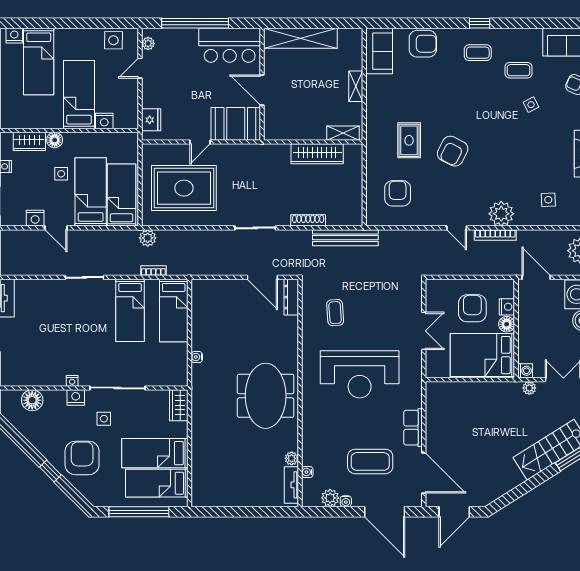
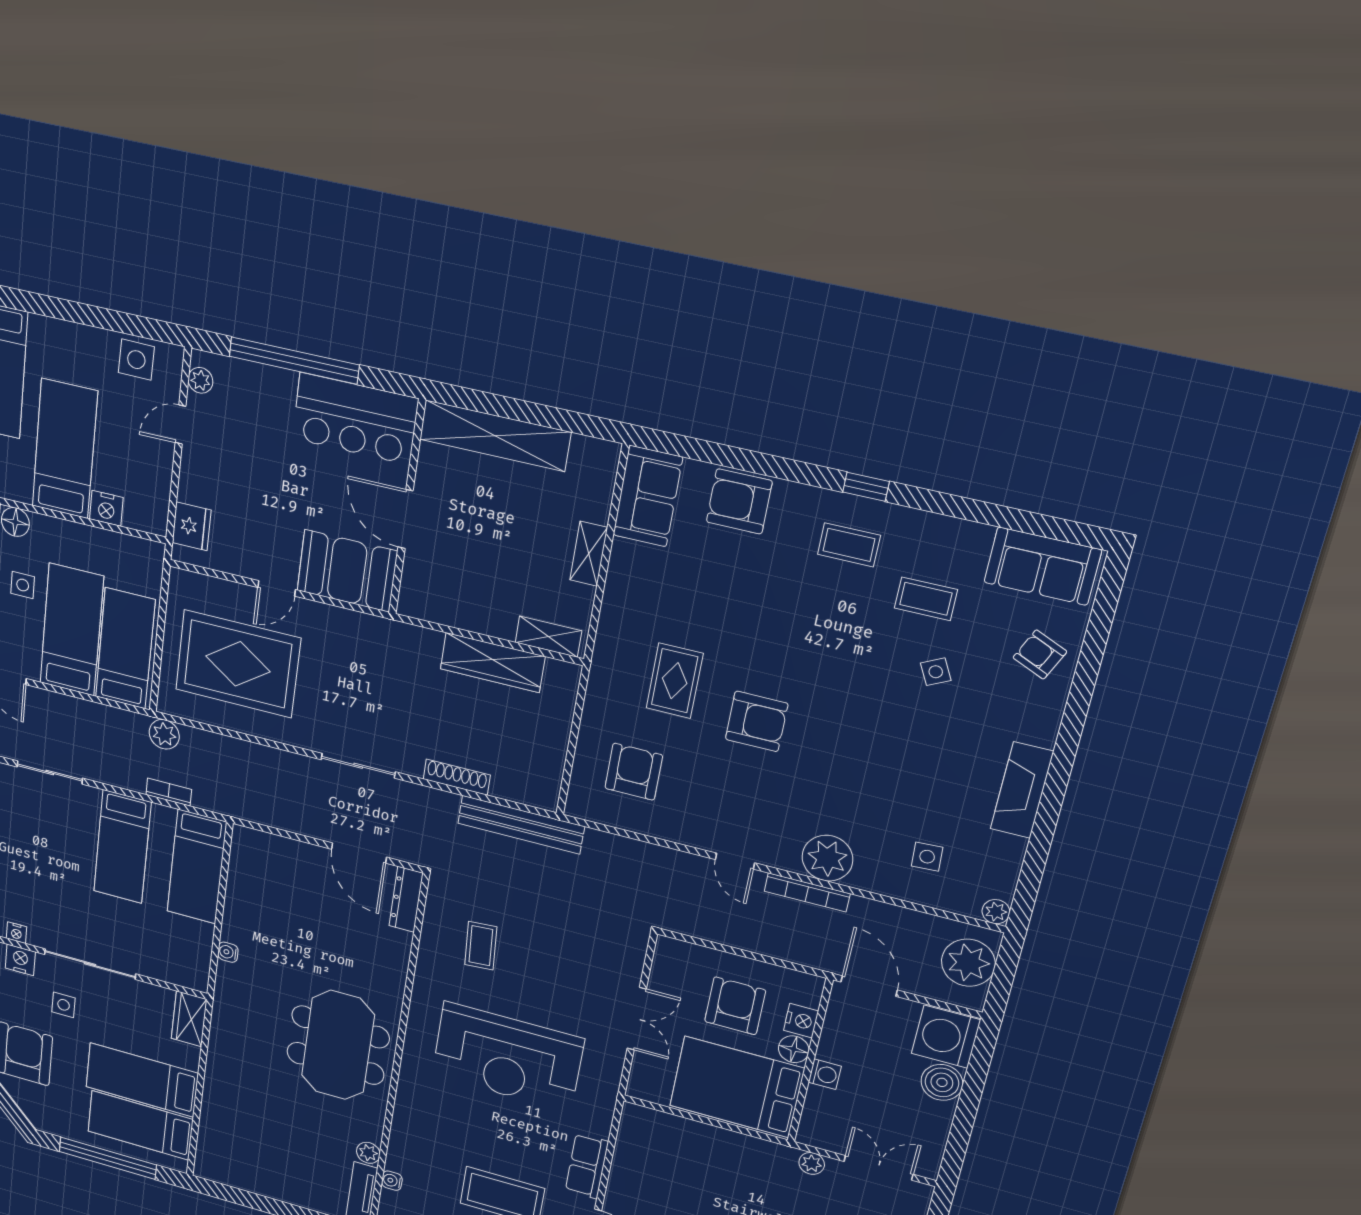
armchair: (423, 44) -> (739, 501), turned 180
armchair: (453, 151) -> (757, 721), turned -117
washing machine: (525, 371) -> (825, 1074), moved

